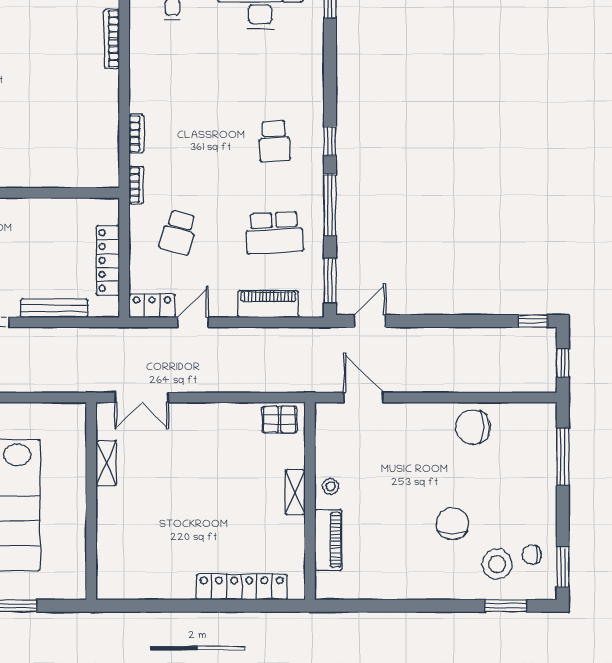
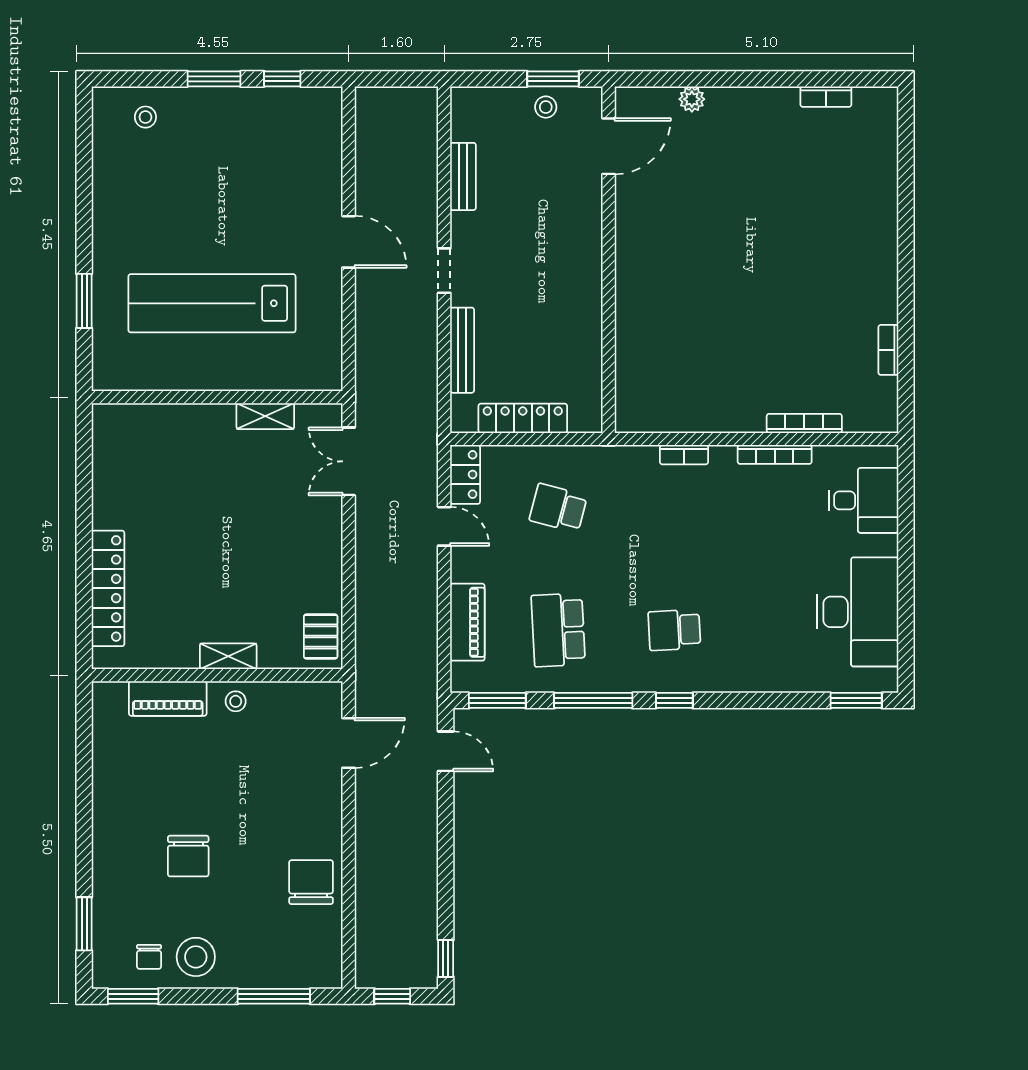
bookcase: (136, 185) -> (775, 454), moved, width x1.56
chair: (452, 524) -> (188, 856), turned 90
chair: (532, 555) -> (149, 957), turned 180
stool: (497, 564) -> (196, 957), moved

